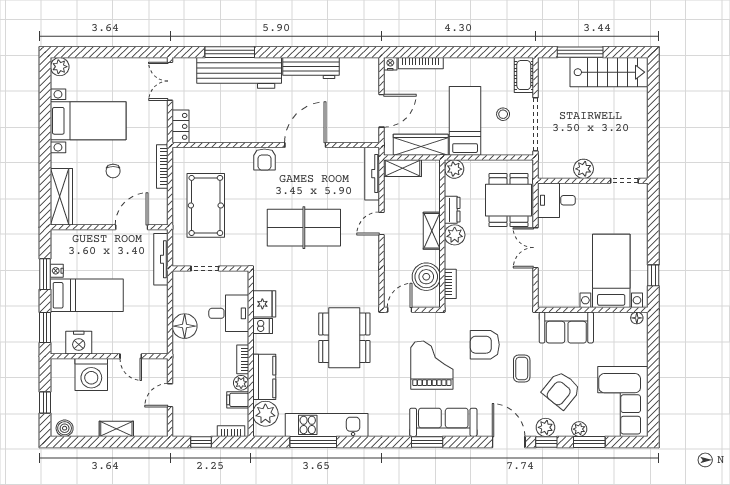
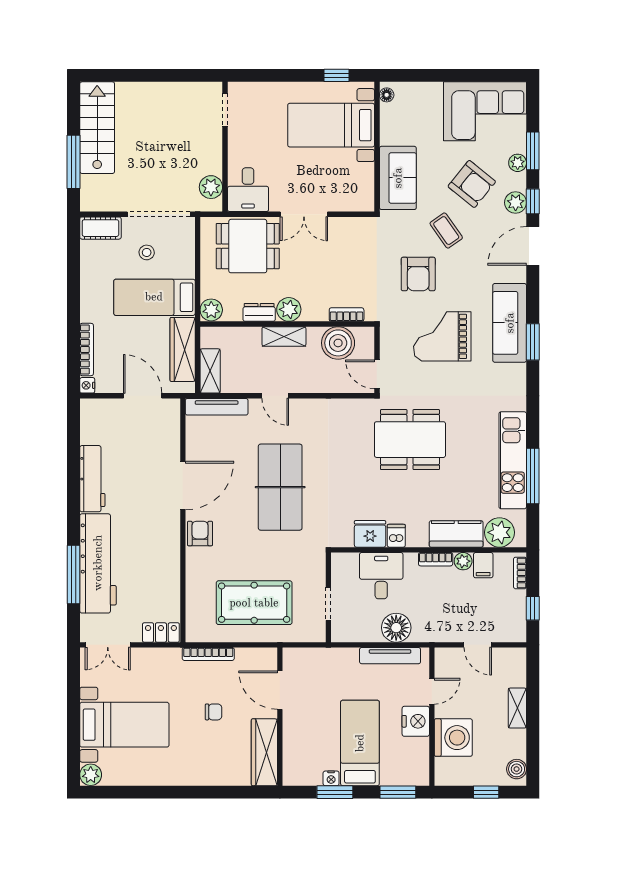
bed with nightstands: (88, 121) -> (124, 725), moved, turned 90
door: (305, 145) -> (183, 486), swing flipped
armchair: (264, 159) -> (200, 534), turned -90
plant: (584, 169) -> (211, 187), moved
wardrobe: (61, 197) -> (264, 752), moved, turned -90
tv unit: (161, 259) -> (390, 656), moved
nightstand: (79, 343) -> (416, 721), moved
coffee table: (522, 368) -> (446, 231), turned 55

